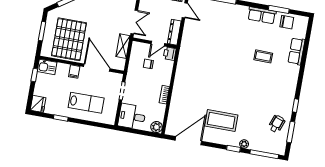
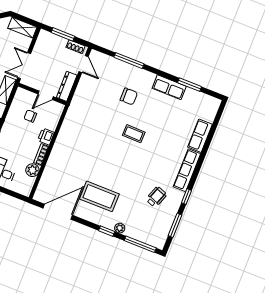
double door: (134, 22) -> (24, 66), swing flipped
chair: (287, 22) -> (129, 96), moved
printer: (170, 54) -> (46, 136), moved
coffee table: (263, 56) -> (134, 134), moved
row of seats: (291, 83) -> (187, 170), added
wheelchair: (277, 124) -> (156, 197), moved
plant: (157, 127) -> (32, 170), moved

